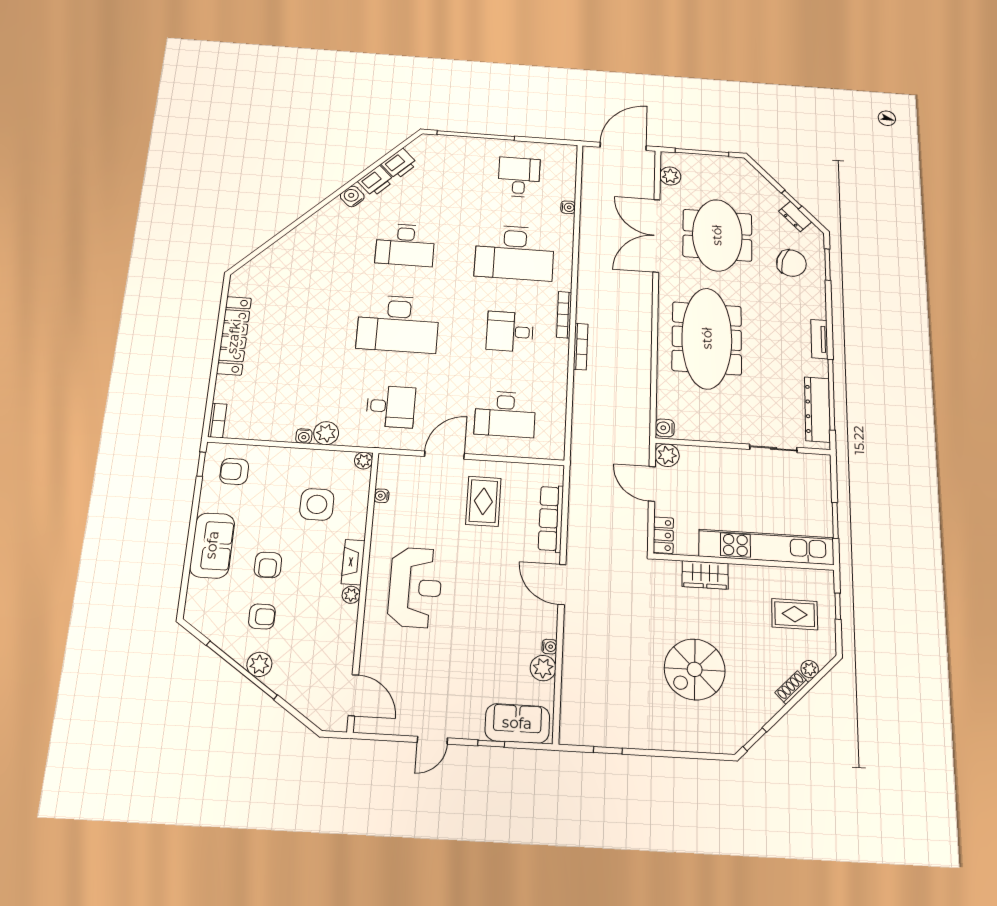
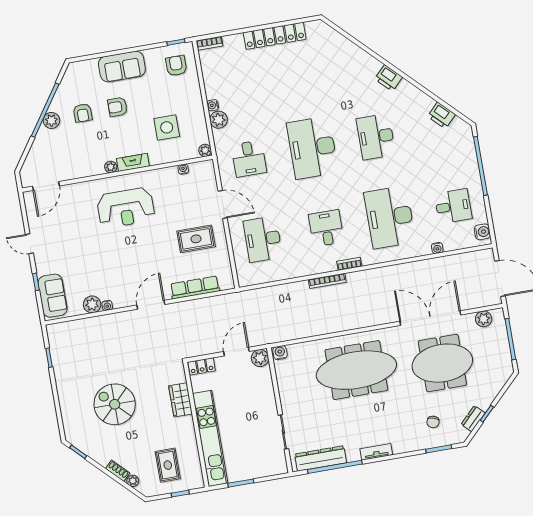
printer: (376, 181) -> (388, 78), moved
water cooler: (352, 196) -> (482, 232), moved, turned 45
chair: (791, 263) -> (433, 422), width x0.54, depth x0.54
bookcase: (564, 315) -> (349, 264), width x0.64

